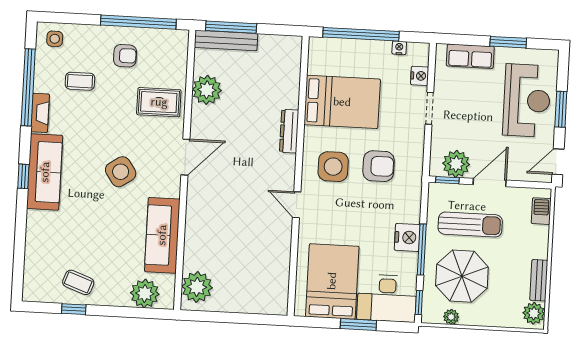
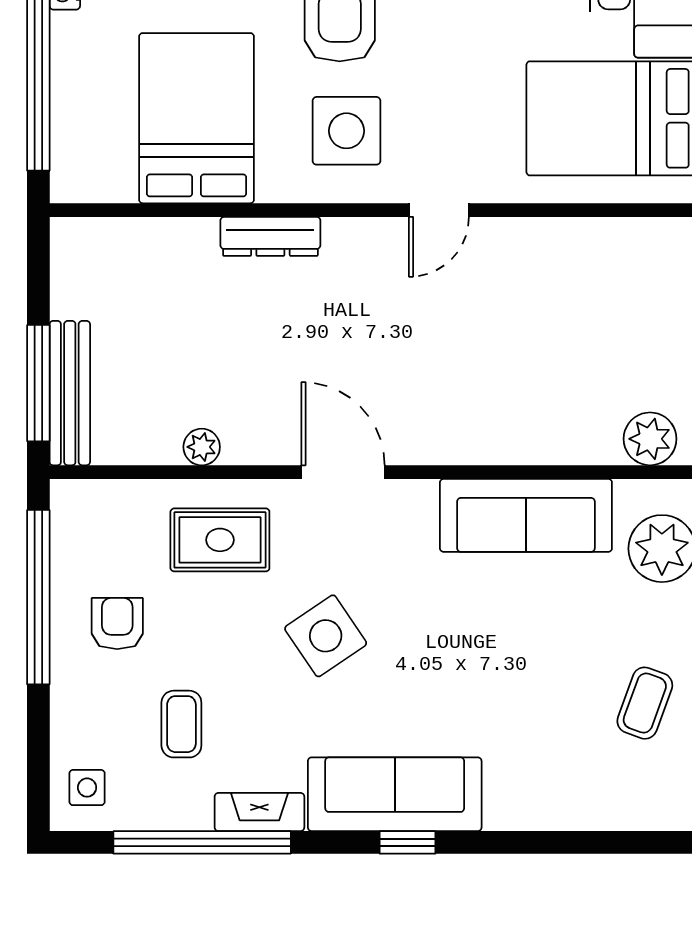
plant: (207, 90) -> (202, 447), width x0.53, depth x0.53
rug: (159, 102) -> (220, 540), turned 90
side table: (121, 172) -> (326, 636), moved
plant: (197, 287) -> (650, 439), width x0.73, depth x0.73

